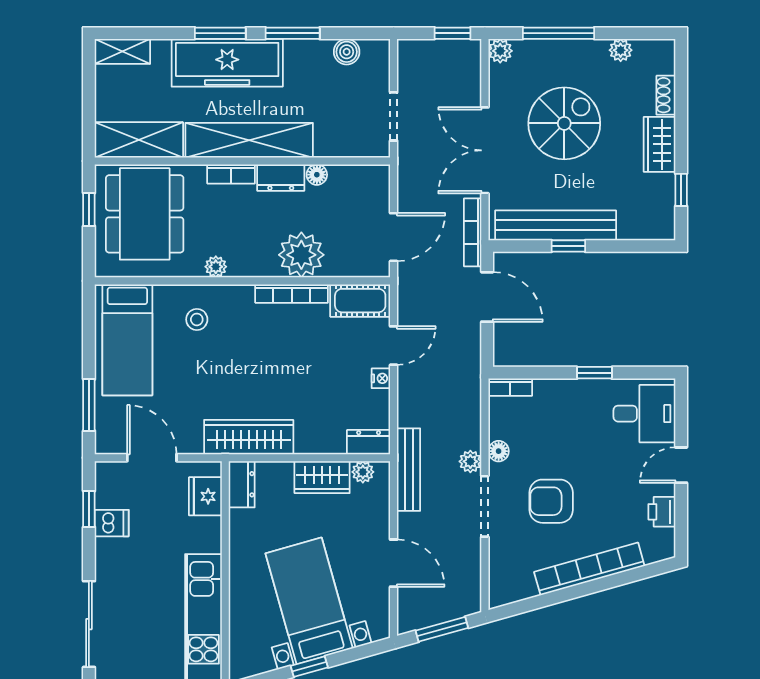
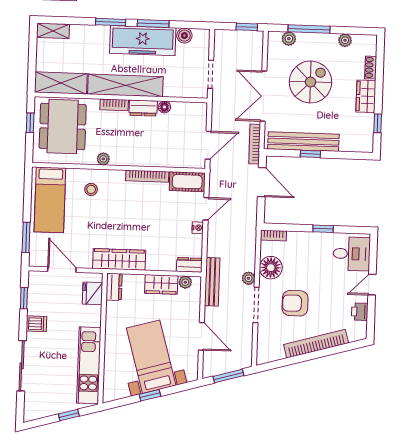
plant: (500, 51) -> (289, 39), moved
freezer: (227, 63) -> (143, 41), moved
plant: (301, 255) -> (154, 154), removed
floor lamp: (499, 451) -> (271, 268), width x1.89, depth x1.89
dishwasher: (112, 523) -> (36, 324), moved

